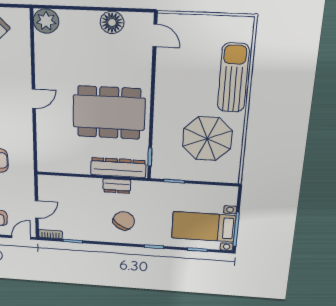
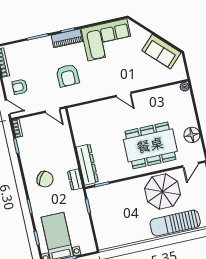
plant: (46, 21) -> (185, 87), width x0.53, depth x0.53
sun lounger: (233, 78) -> (175, 223), turned 180
dining table: (109, 113) -> (150, 145), moved, turned 90
parasol: (207, 139) -> (162, 192), moved
dresser: (117, 186) -> (75, 180), moved
door: (37, 209) -> (53, 110), moved

